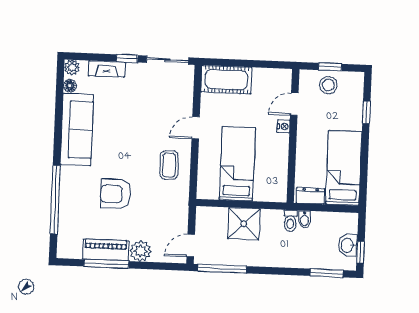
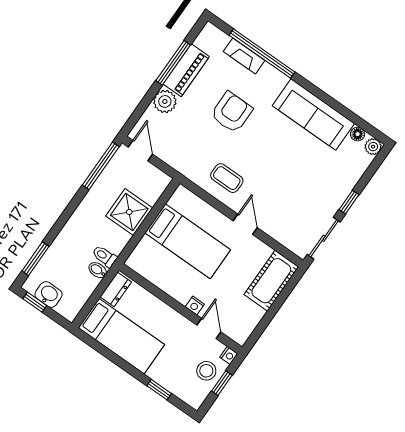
fireplace: (107, 69) -> (244, 56), moved, turned -90
nightstand: (305, 75) -> (229, 355), added

